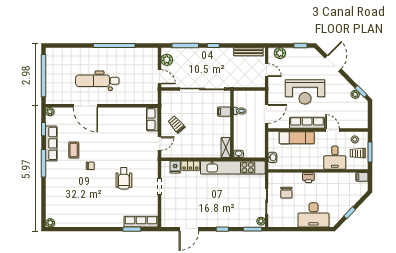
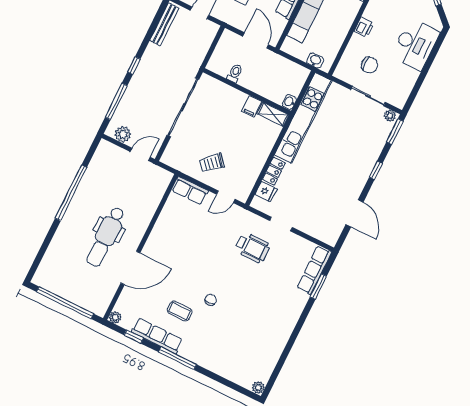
filing cabinet: (224, 112) -> (252, 106), moved
door: (160, 144) -> (226, 197), swing flipped
wheelchair: (124, 178) -> (252, 248), moved

